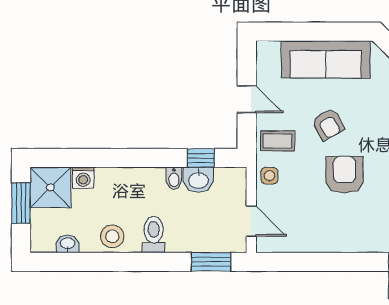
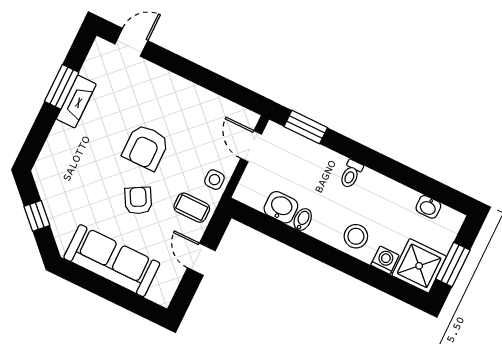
window: (201, 158) -> (269, 226), removed
toilet: (154, 234) -> (351, 174), width x0.73, depth x0.72
stool: (112, 236) -> (356, 236), moved

